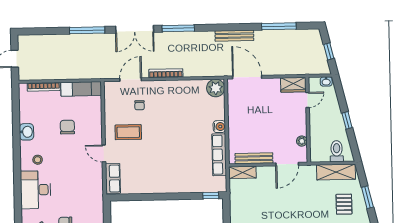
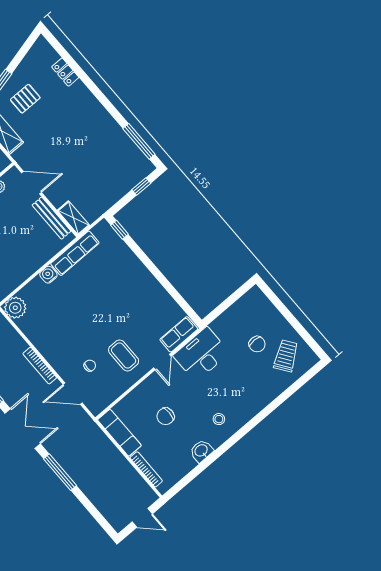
desk: (36, 190) -> (201, 354), moved, turned 180

